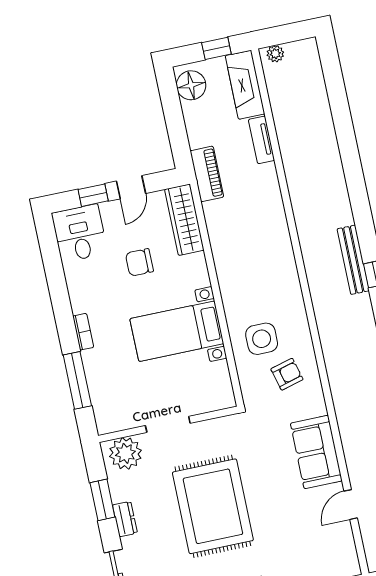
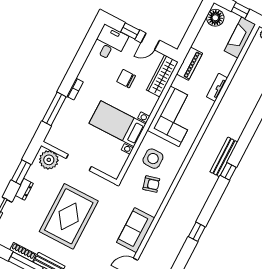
tv unit: (262, 140) -> (217, 87), moved
corner sofa: (244, 260) -> (175, 116), added

